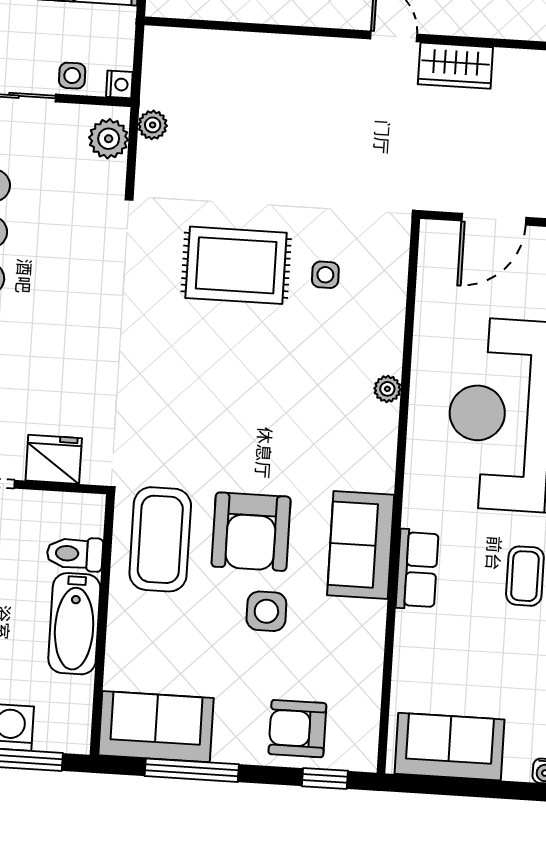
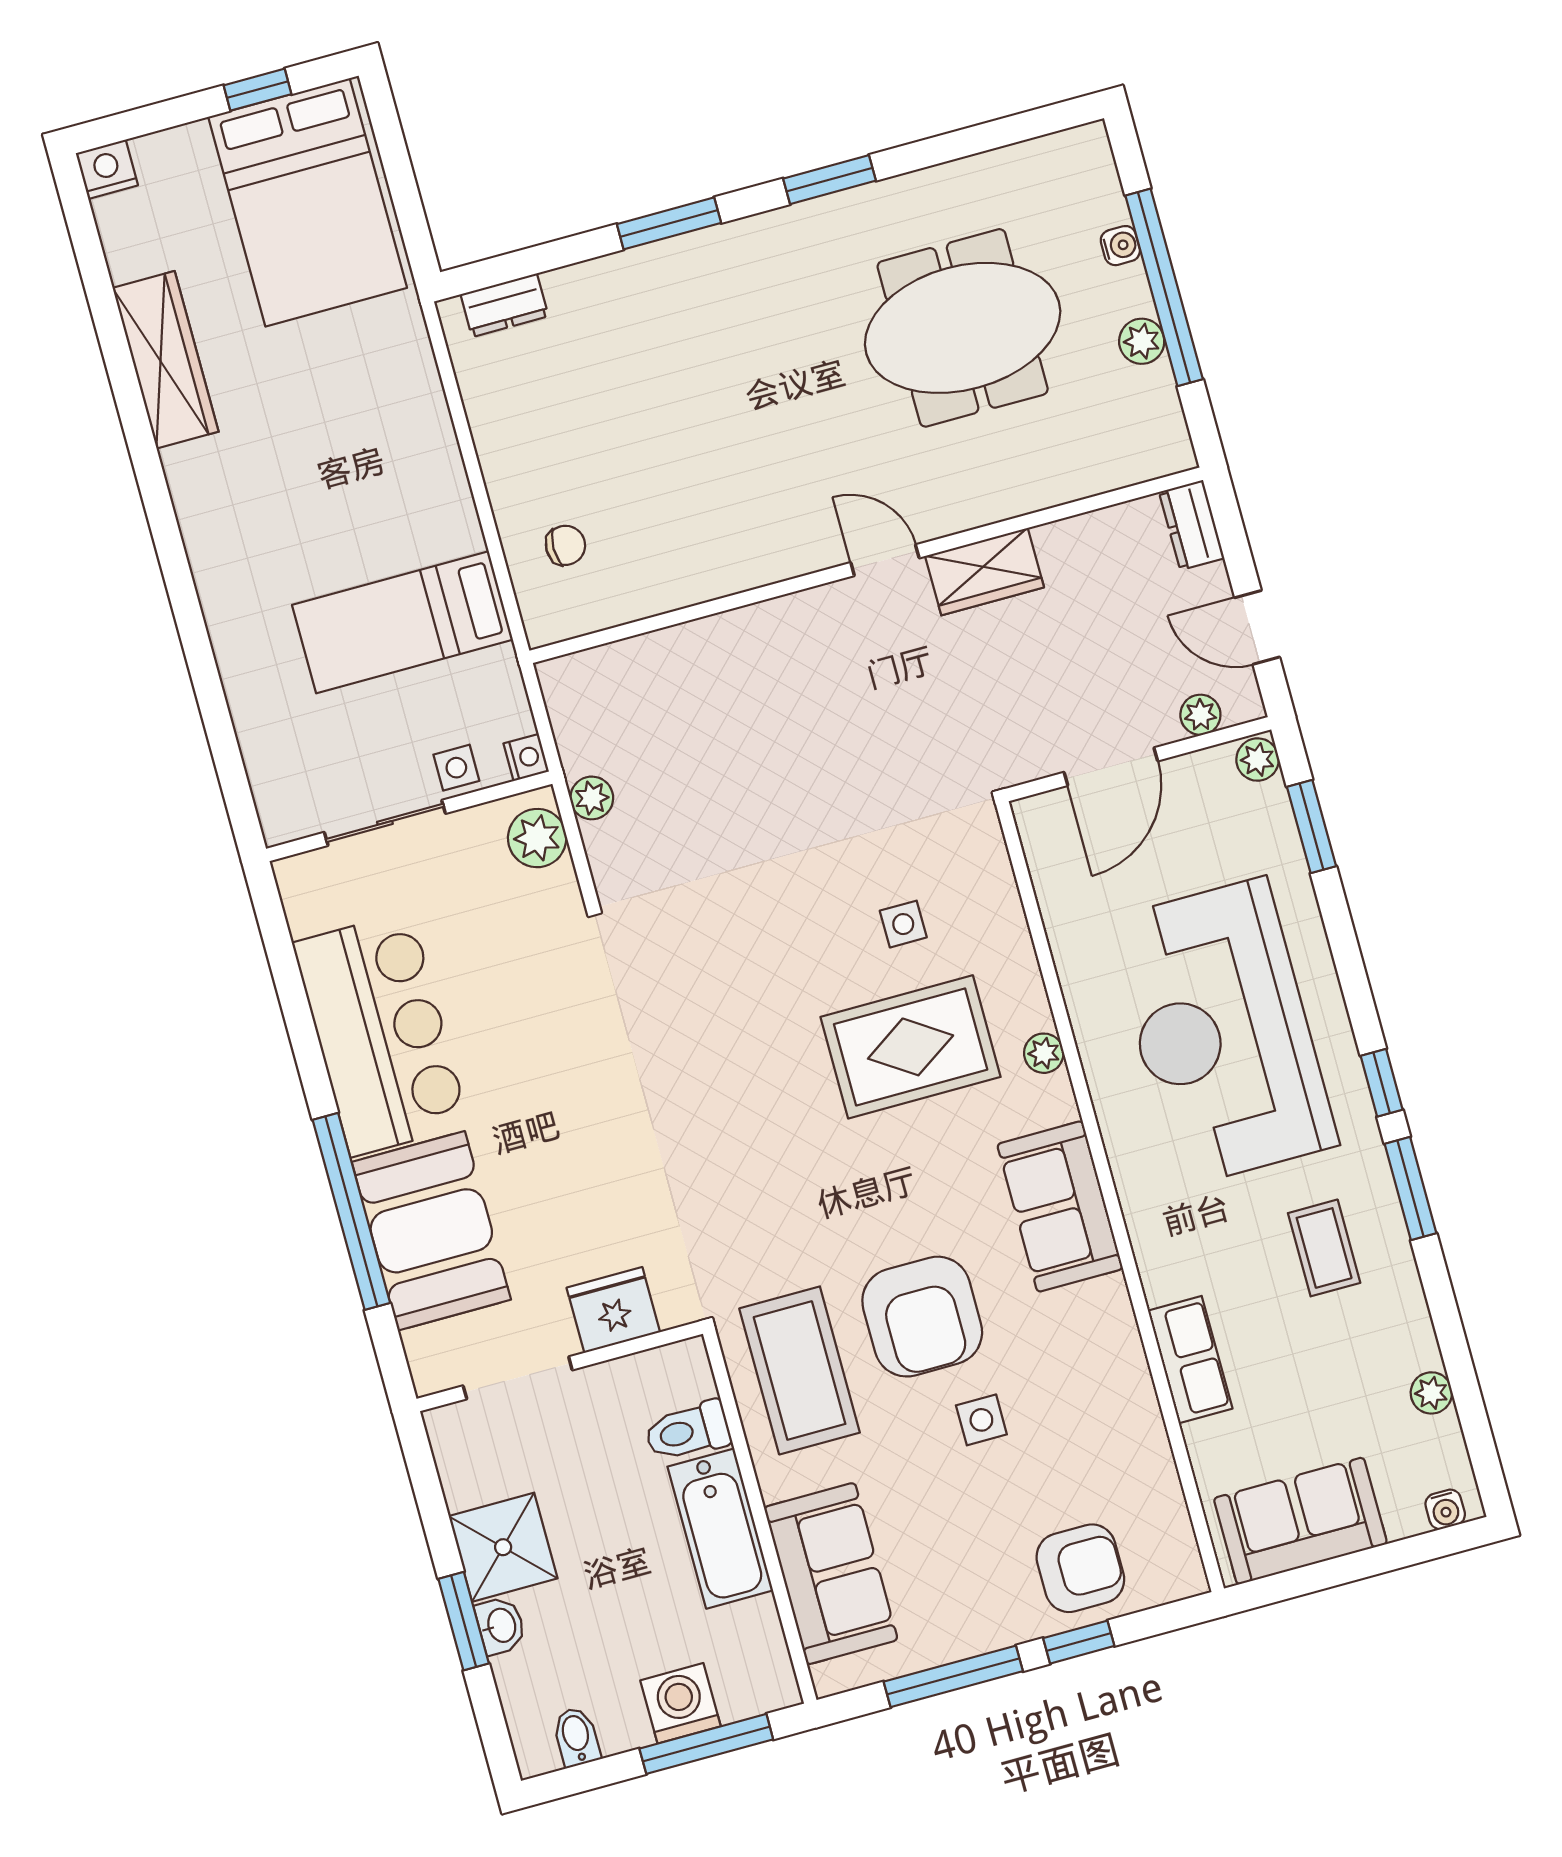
rug: (236, 265) -> (911, 1047), moved
sofa: (361, 545) -> (1060, 1206), moved
row of seats: (417, 569) -> (1190, 1360), moved
side table: (266, 611) -> (981, 1420), width x0.73, depth x0.73
sofa: (156, 727) -> (831, 1574), moved, turned 90
armchair: (297, 729) -> (1080, 1568), turned 180
window: (325, 779) -> (1079, 1642), moved

